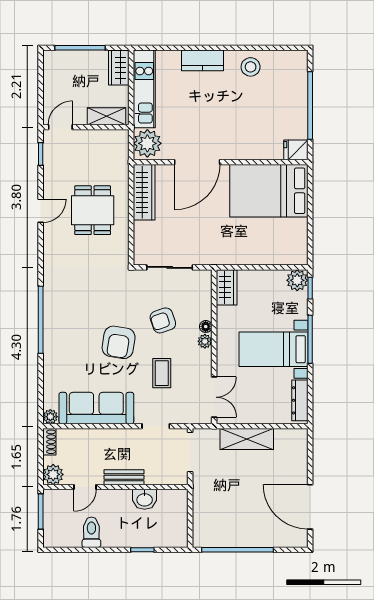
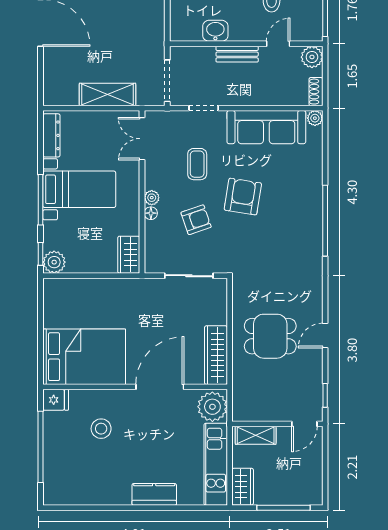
stool: (251, 67) -> (101, 429), moved
dining table: (93, 210) -> (270, 336), turned 90

